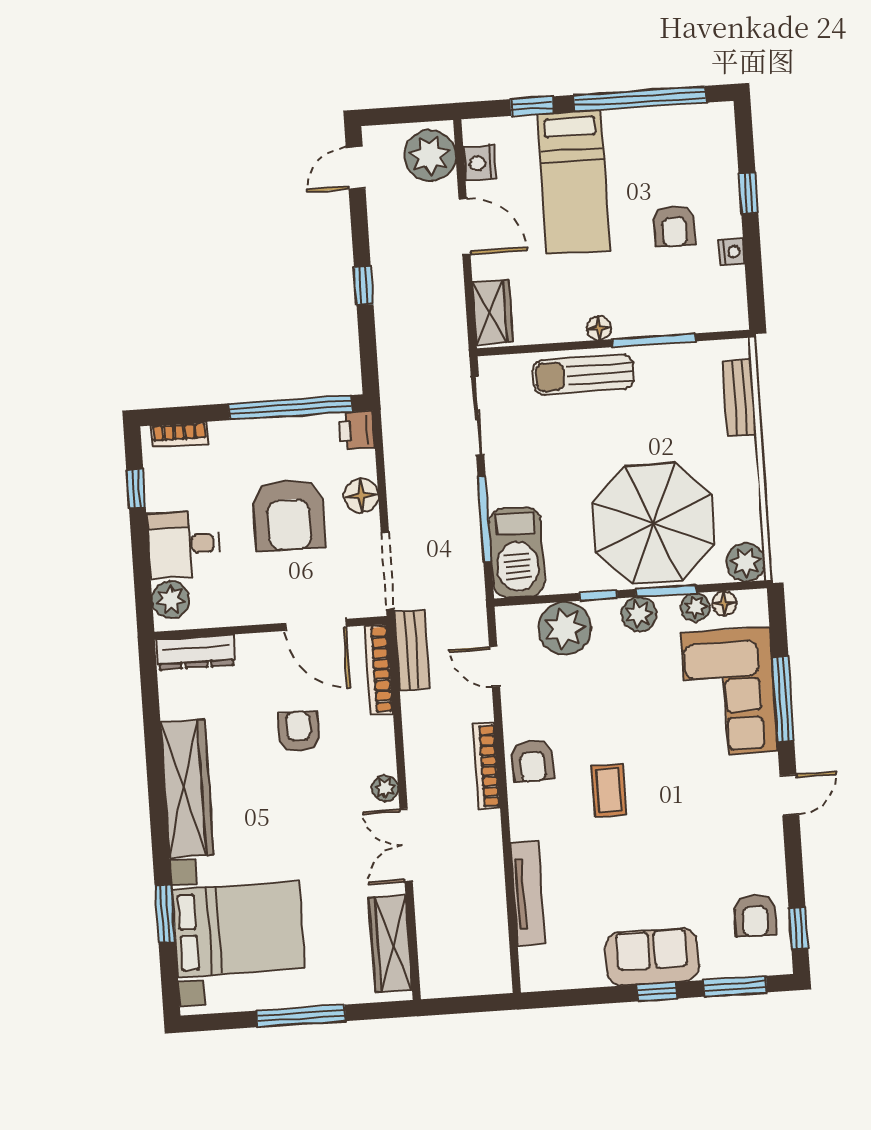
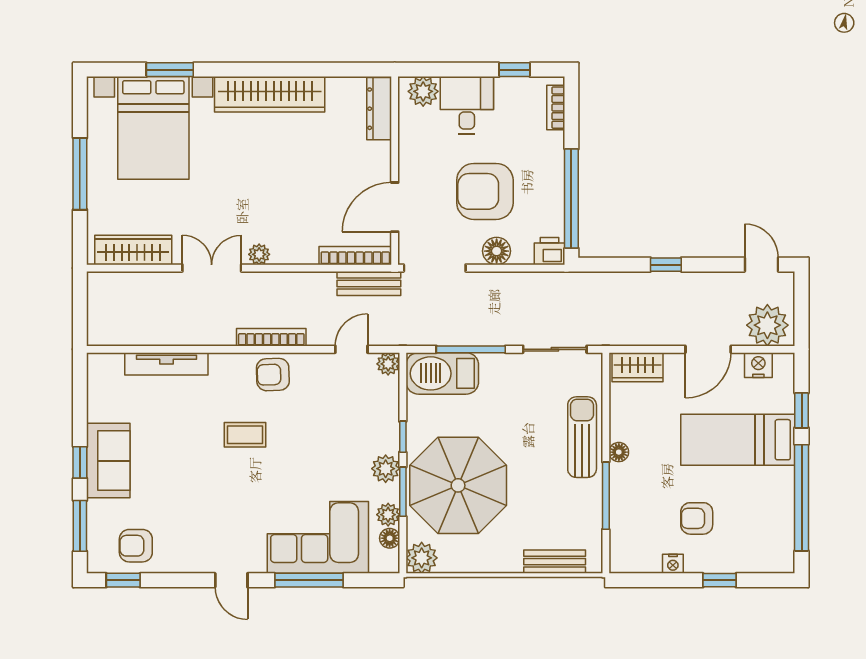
plant: (565, 628) -> (388, 364), moved, width x0.53, depth x0.53
armchair: (299, 732) -> (309, 188), removed

